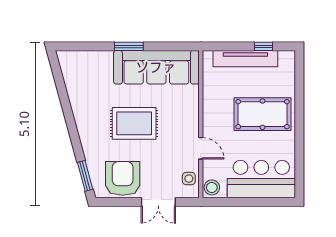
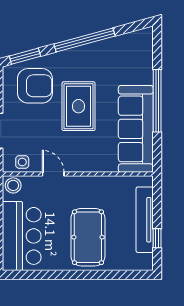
window: (129, 46) -> (157, 101), width x2.11
window: (69, 118) -> (85, 40), added
door: (201, 148) -> (53, 174), swing flipped
armchair: (123, 178) -> (35, 86), moved

